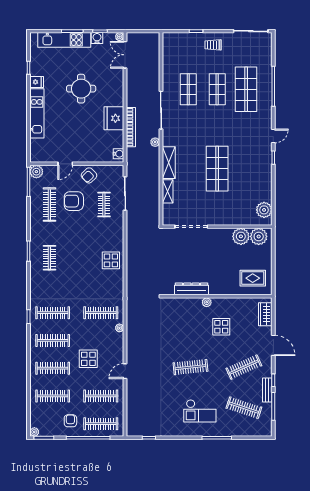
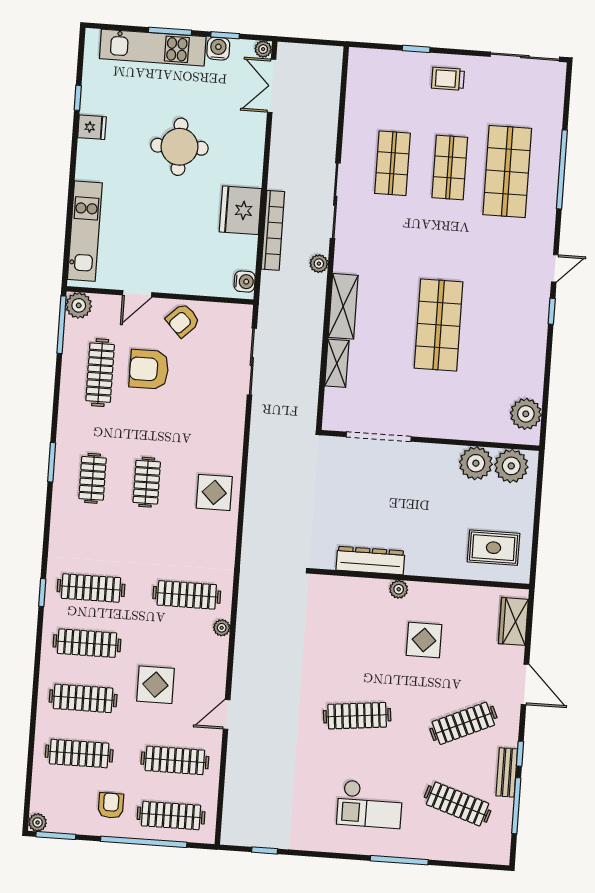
kitchen unit: (37, 113) -> (85, 231), moved
clothes rail: (104, 205) -> (147, 482), moved

